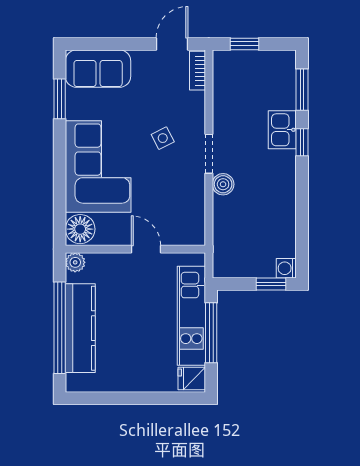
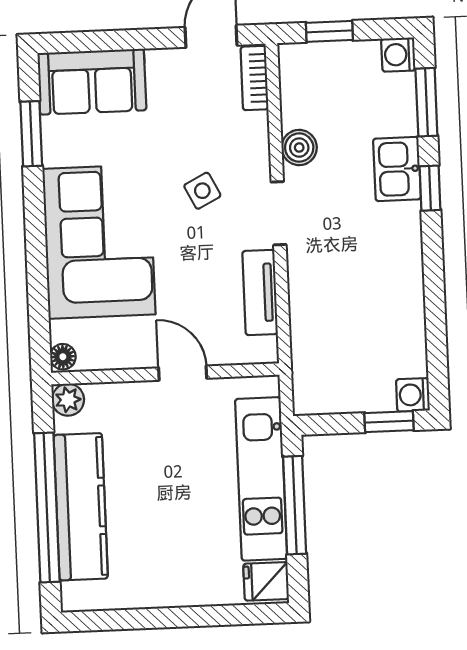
washing machine: (286, 60) -> (398, 55), added
boiler: (223, 184) -> (299, 148), moved
tv unit: (195, 202) -> (260, 292), added
floor lamp: (80, 229) -> (63, 357), width x0.53, depth x0.53

